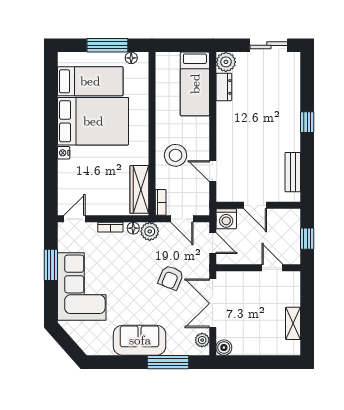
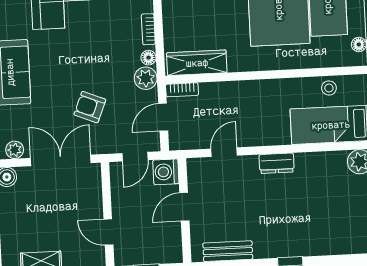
dresser: (224, 87) -> (277, 163), moved
stool: (176, 155) -> (329, 88), moved, width x0.53, depth x0.53
door: (272, 268) -> (108, 232), swing flipped

